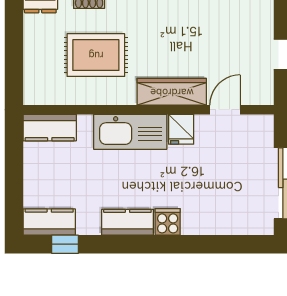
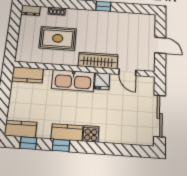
door: (225, 110) -> (127, 72), swing flipped
window: (119, 244) -> (61, 145), added

